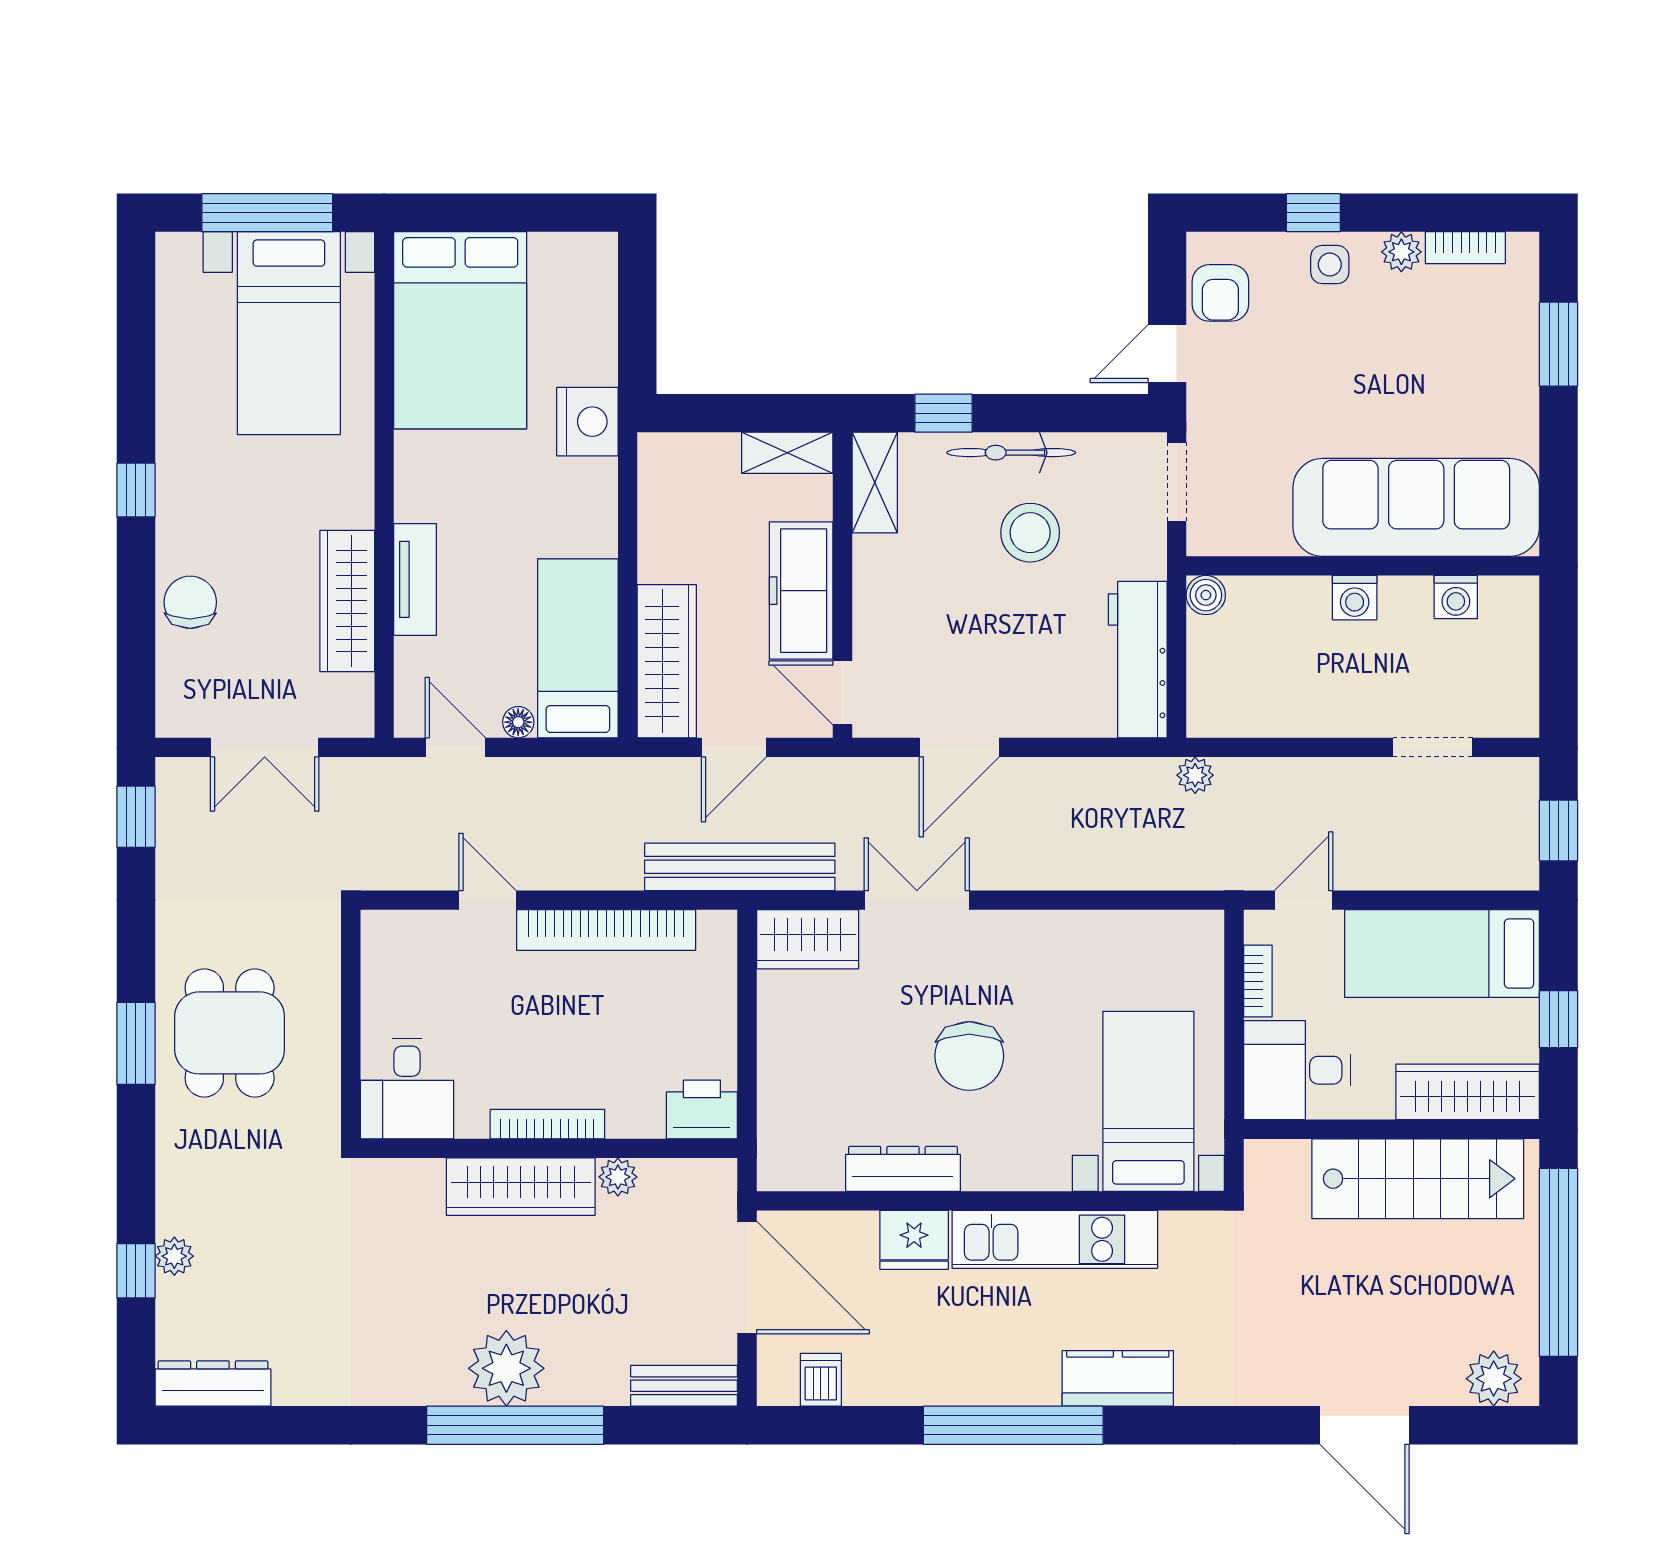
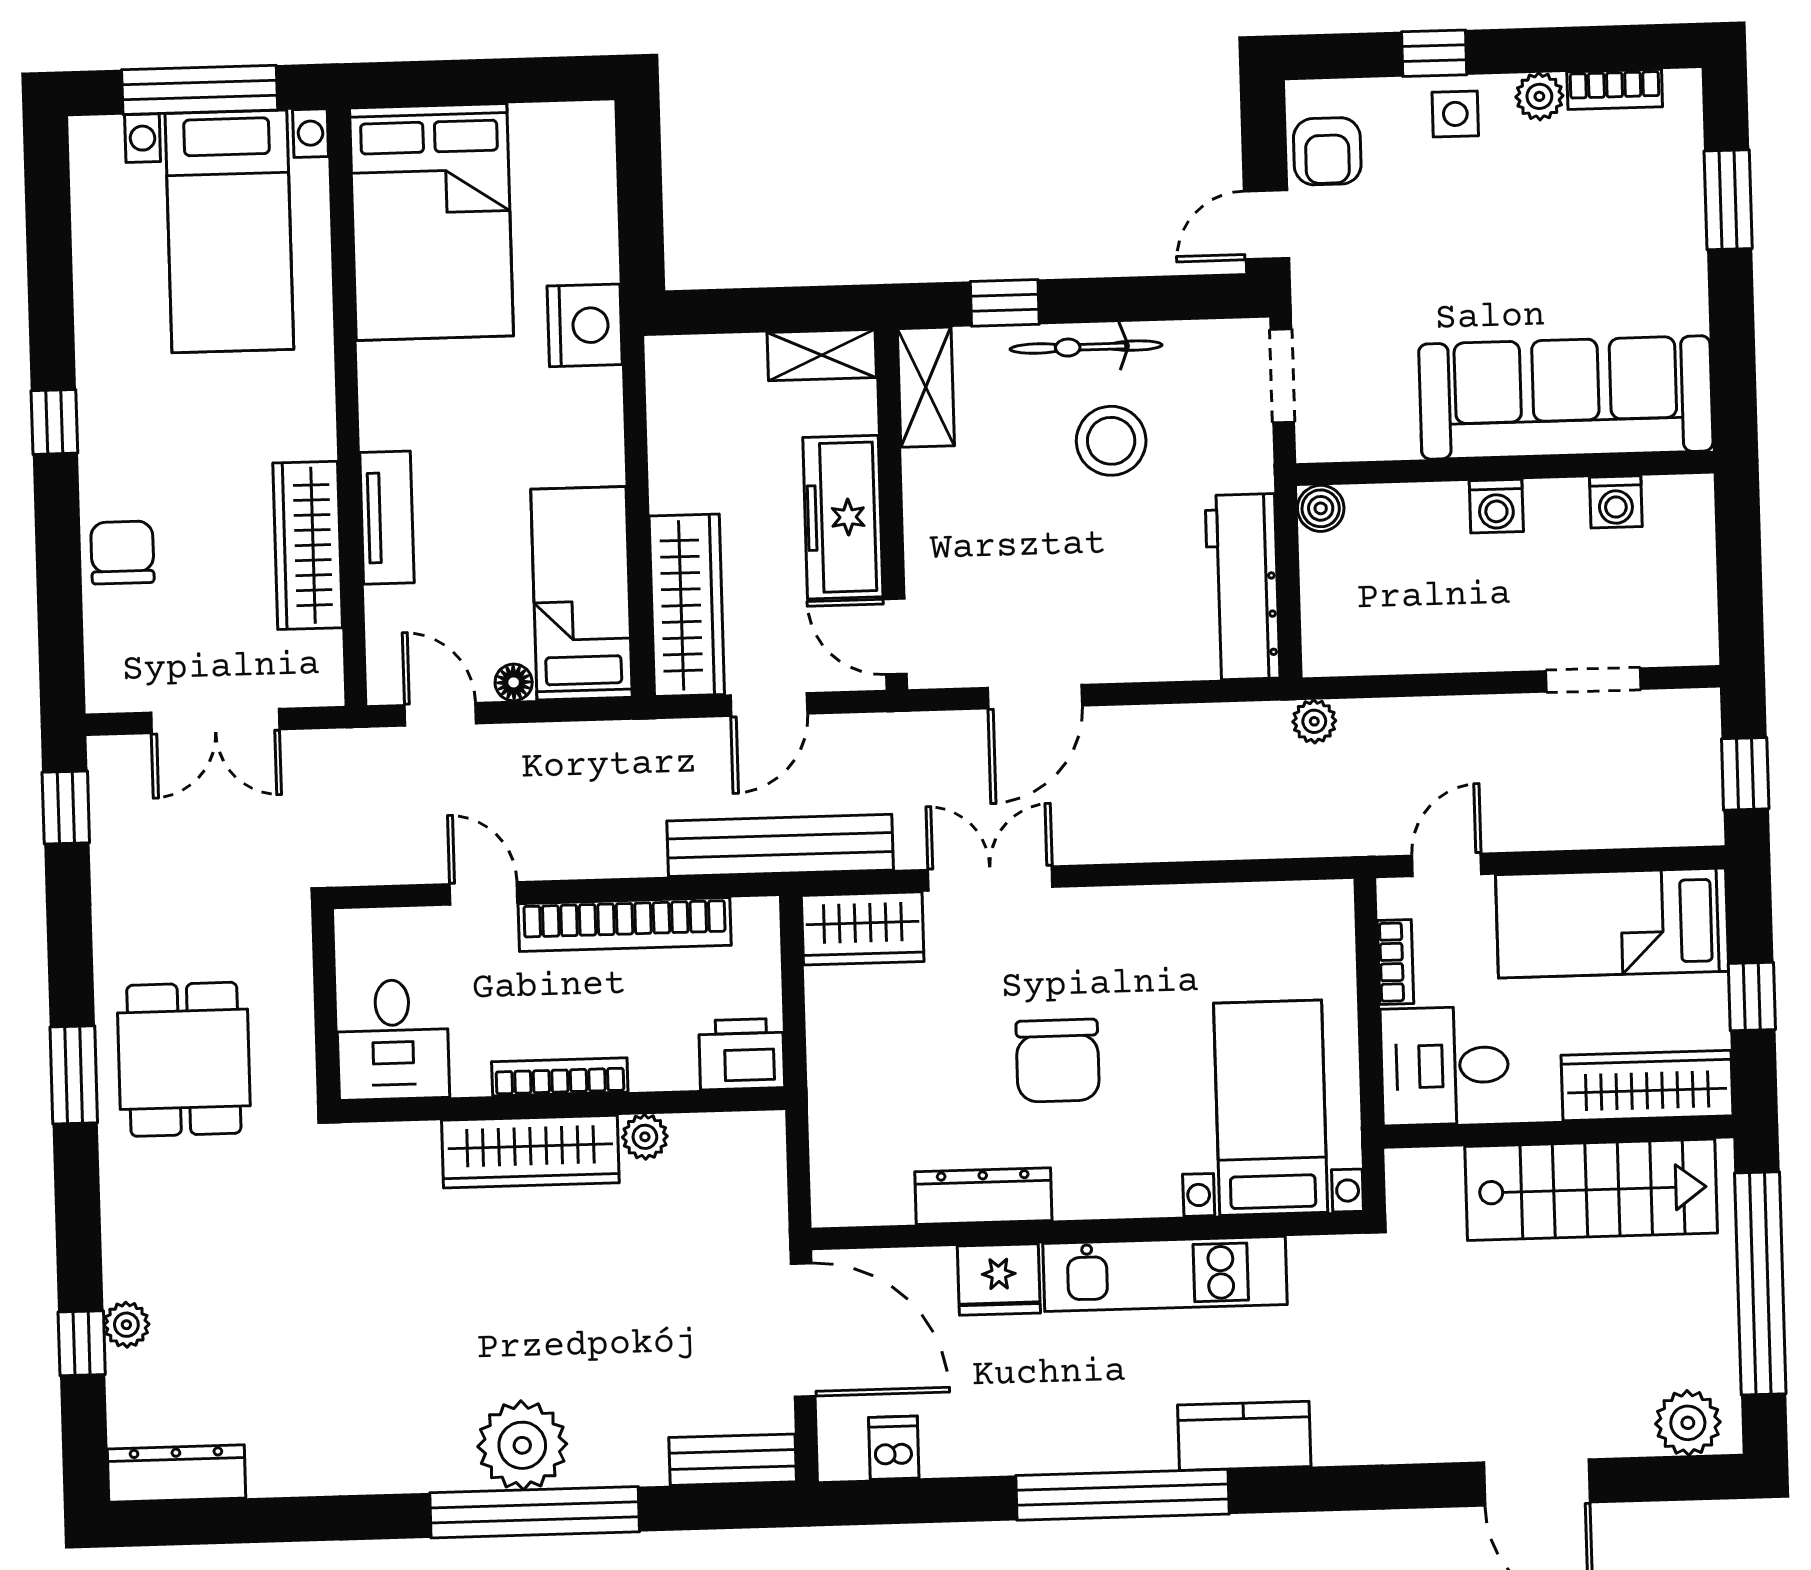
desk: (407, 1088) -> (393, 1040), moved
printer: (702, 1109) -> (742, 1054), moved
bookcase: (547, 1124) -> (560, 1077), moved
wall: (549, 1148) -> (562, 1105), moved
plant: (618, 1177) -> (645, 1137), moved
wardrobe: (521, 1187) -> (530, 1152), moved

